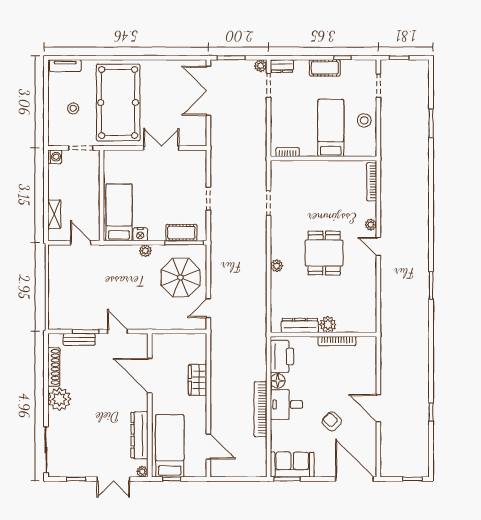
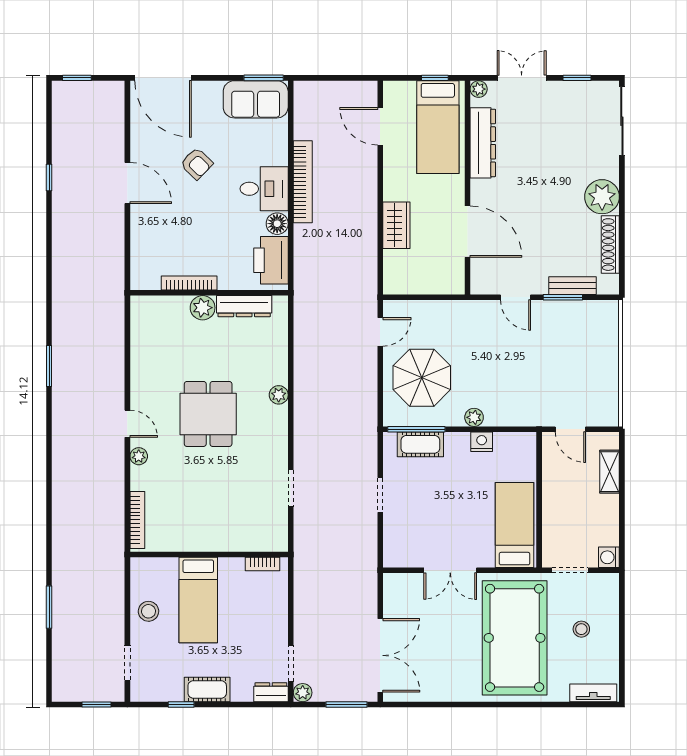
bed: (119, 212) -> (515, 525), moved, turned 180

